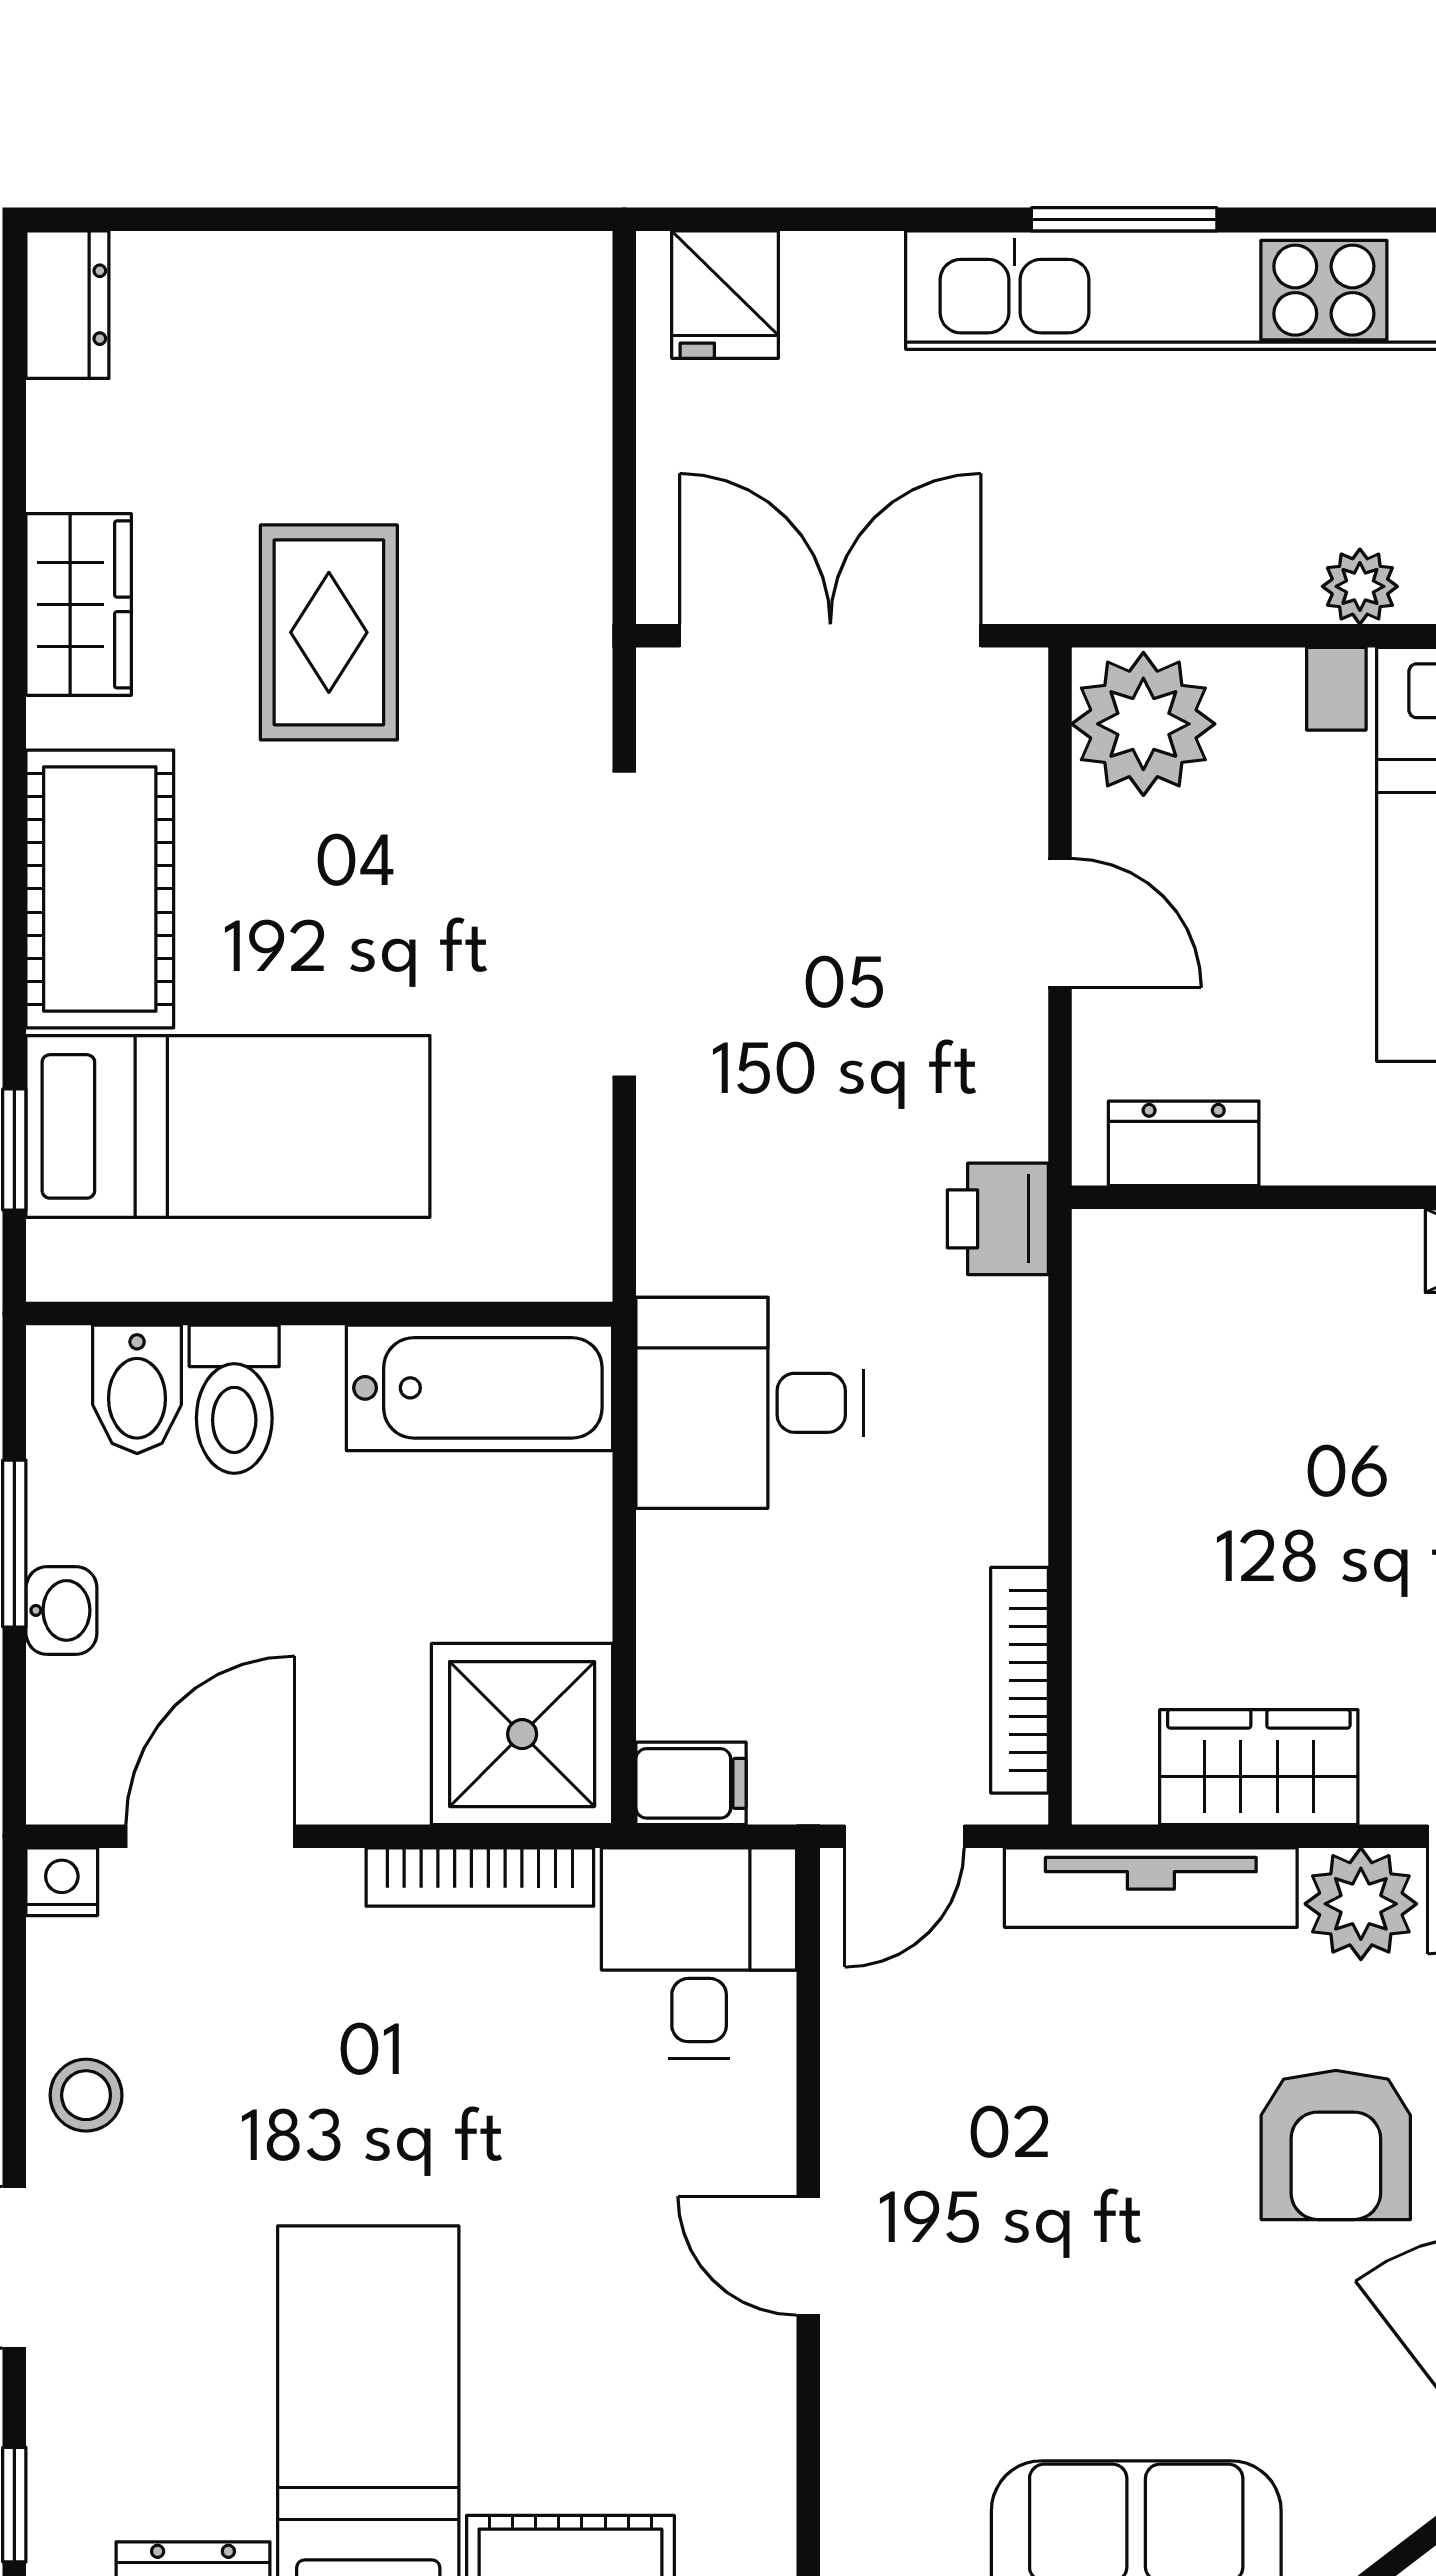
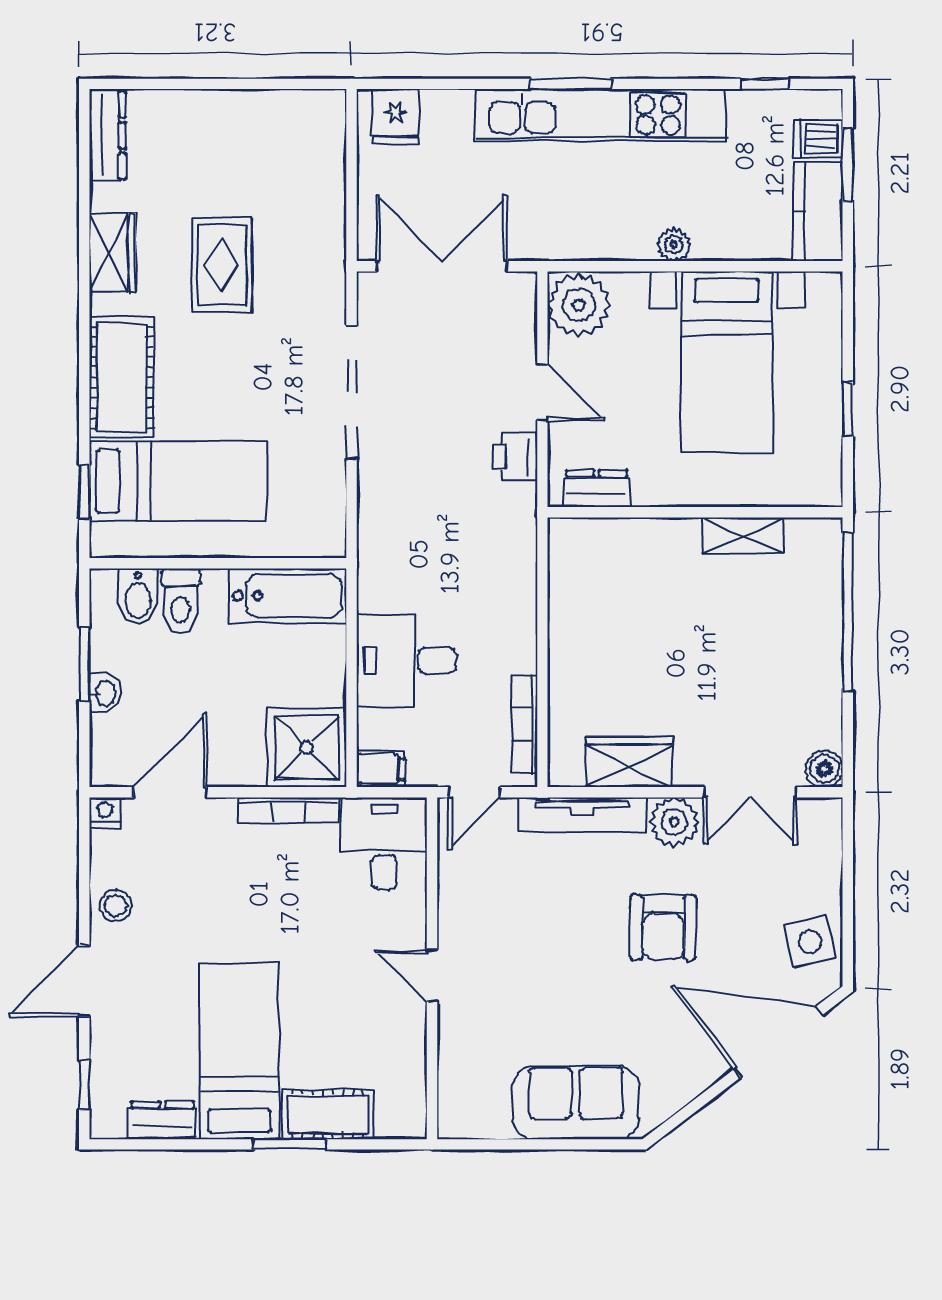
dresser: (67, 305) -> (107, 135), width x1.44
printer: (998, 1219) -> (515, 457), moved
desk: (750, 1403) -> (406, 660), moved

